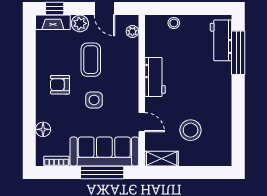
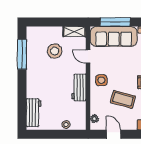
plant: (80, 23) -> (130, 124), removed
window: (238, 53) -> (22, 54), moved
coffee table: (91, 60) -> (123, 99), turned -75
side table: (94, 100) -> (101, 80), moved

